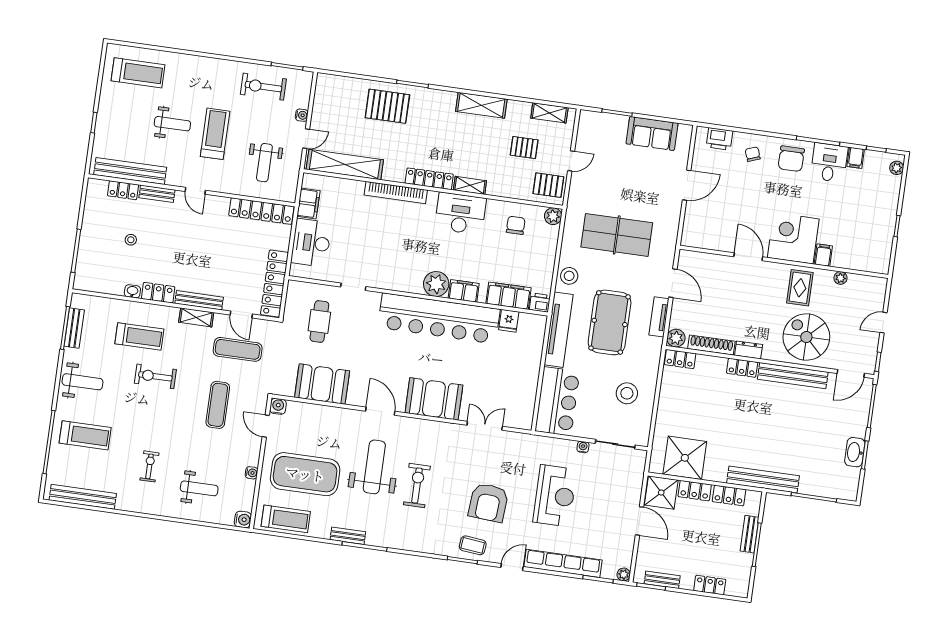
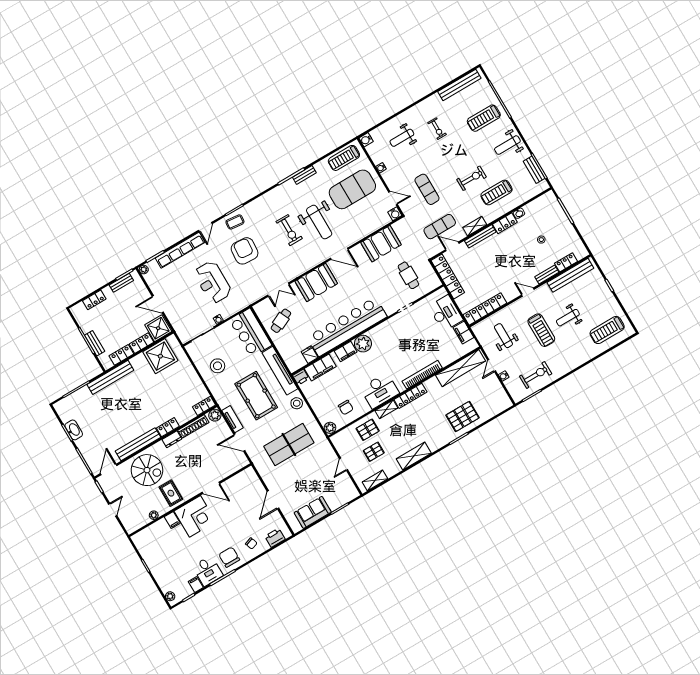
pallet: (548, 185) -> (368, 430), moved
cafe table: (511, 387) -> (281, 321), added

